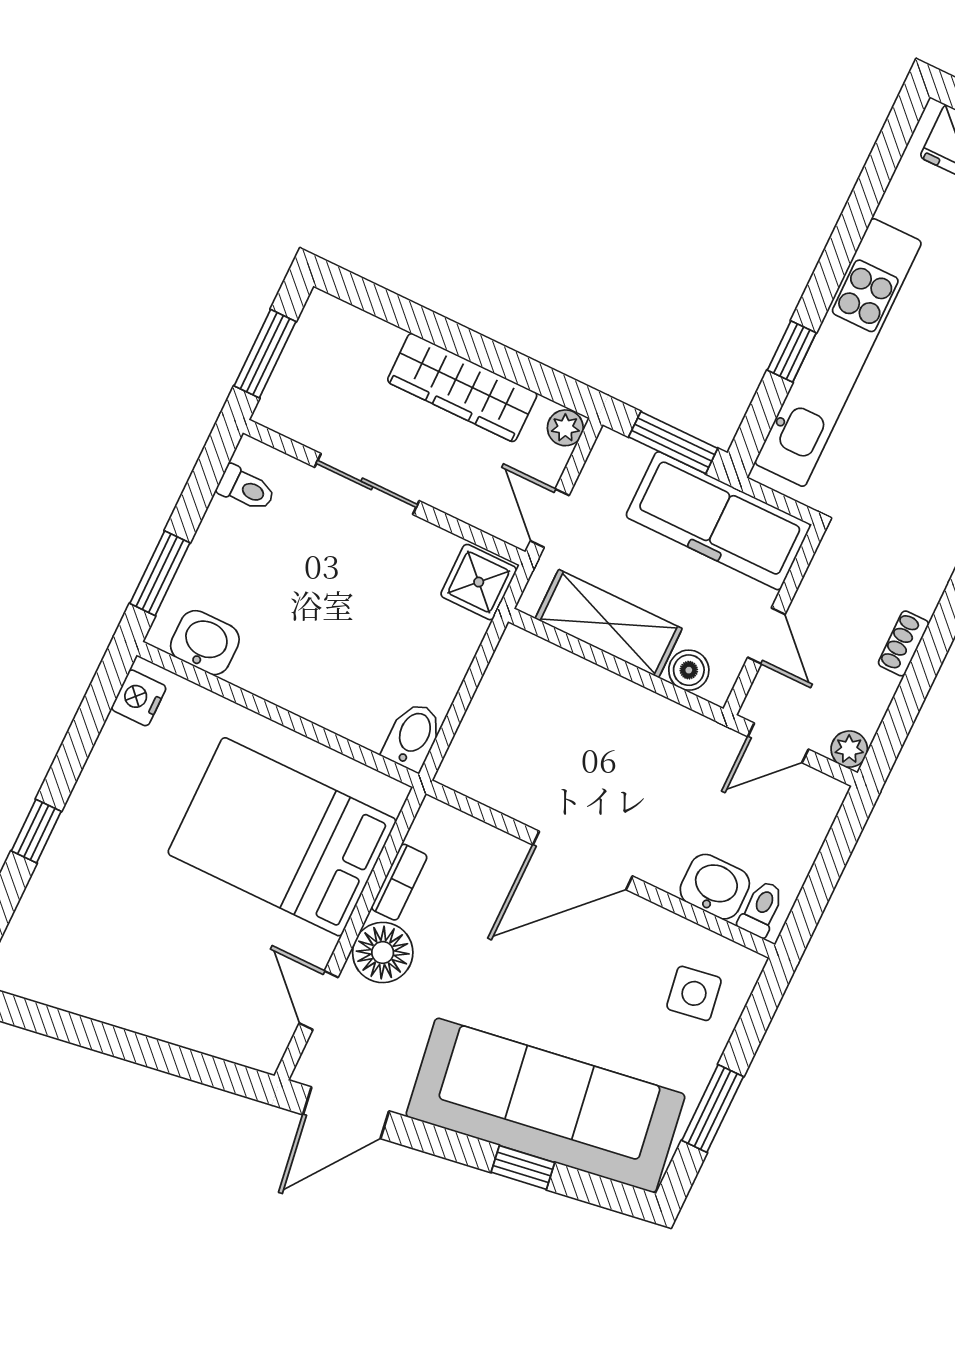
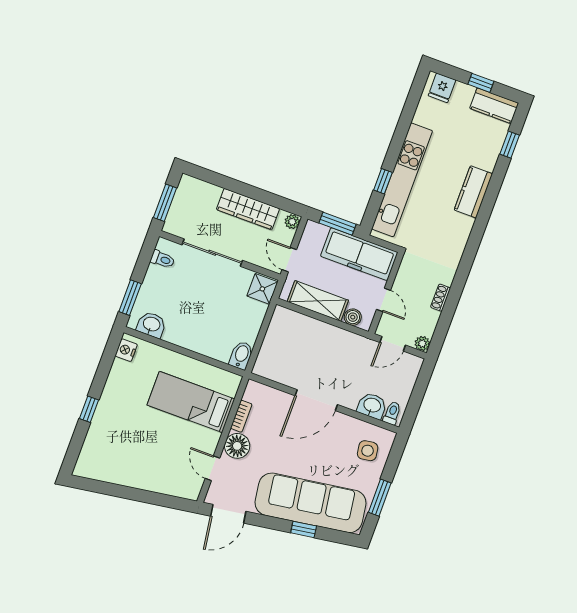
sliding door: (367, 484) -> (212, 253), width x1.37
bed: (282, 837) -> (191, 402), width x0.67

